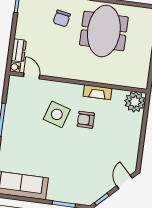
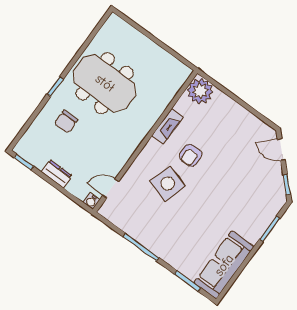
chair: (62, 18) -> (66, 122), turned 79
dresser: (19, 50) -> (57, 174), moved

